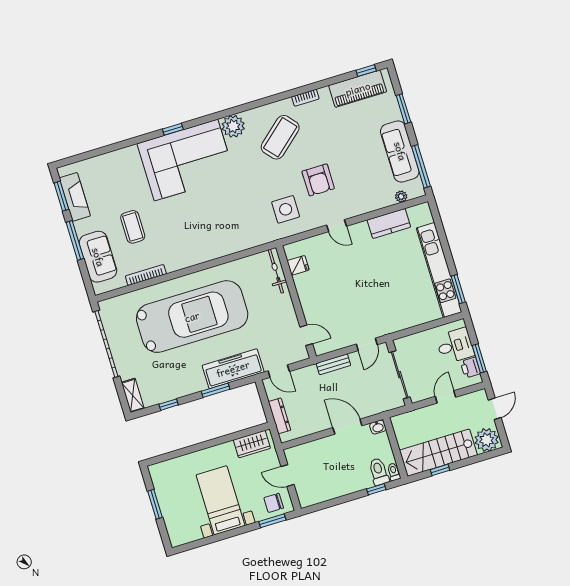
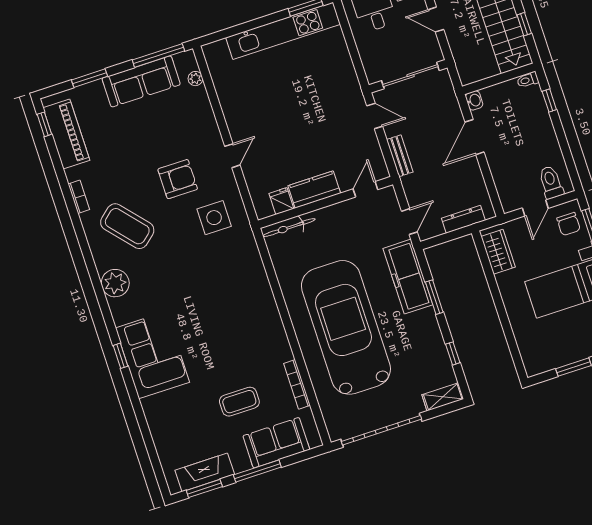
corner sofa: (186, 160) -> (152, 355), width x0.73, depth x0.74
kitchen counter: (389, 223) -> (314, 189), moved, turned -90
toilet: (379, 472) -> (551, 182), moved, turned 90

